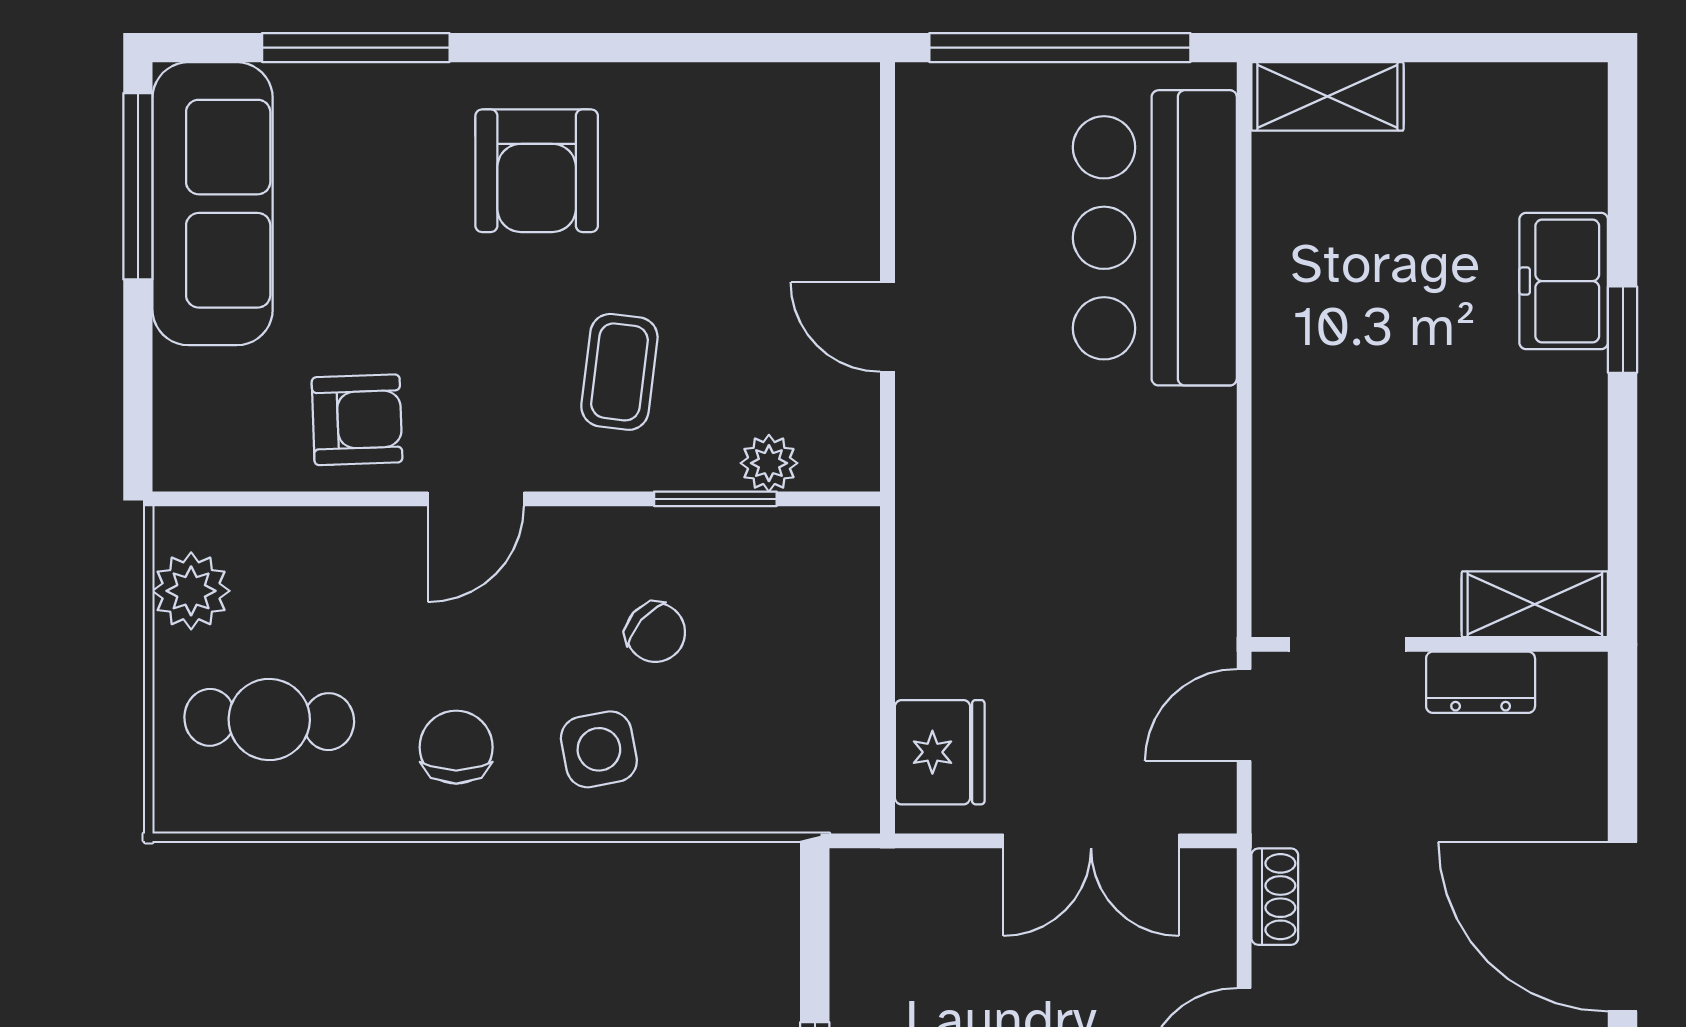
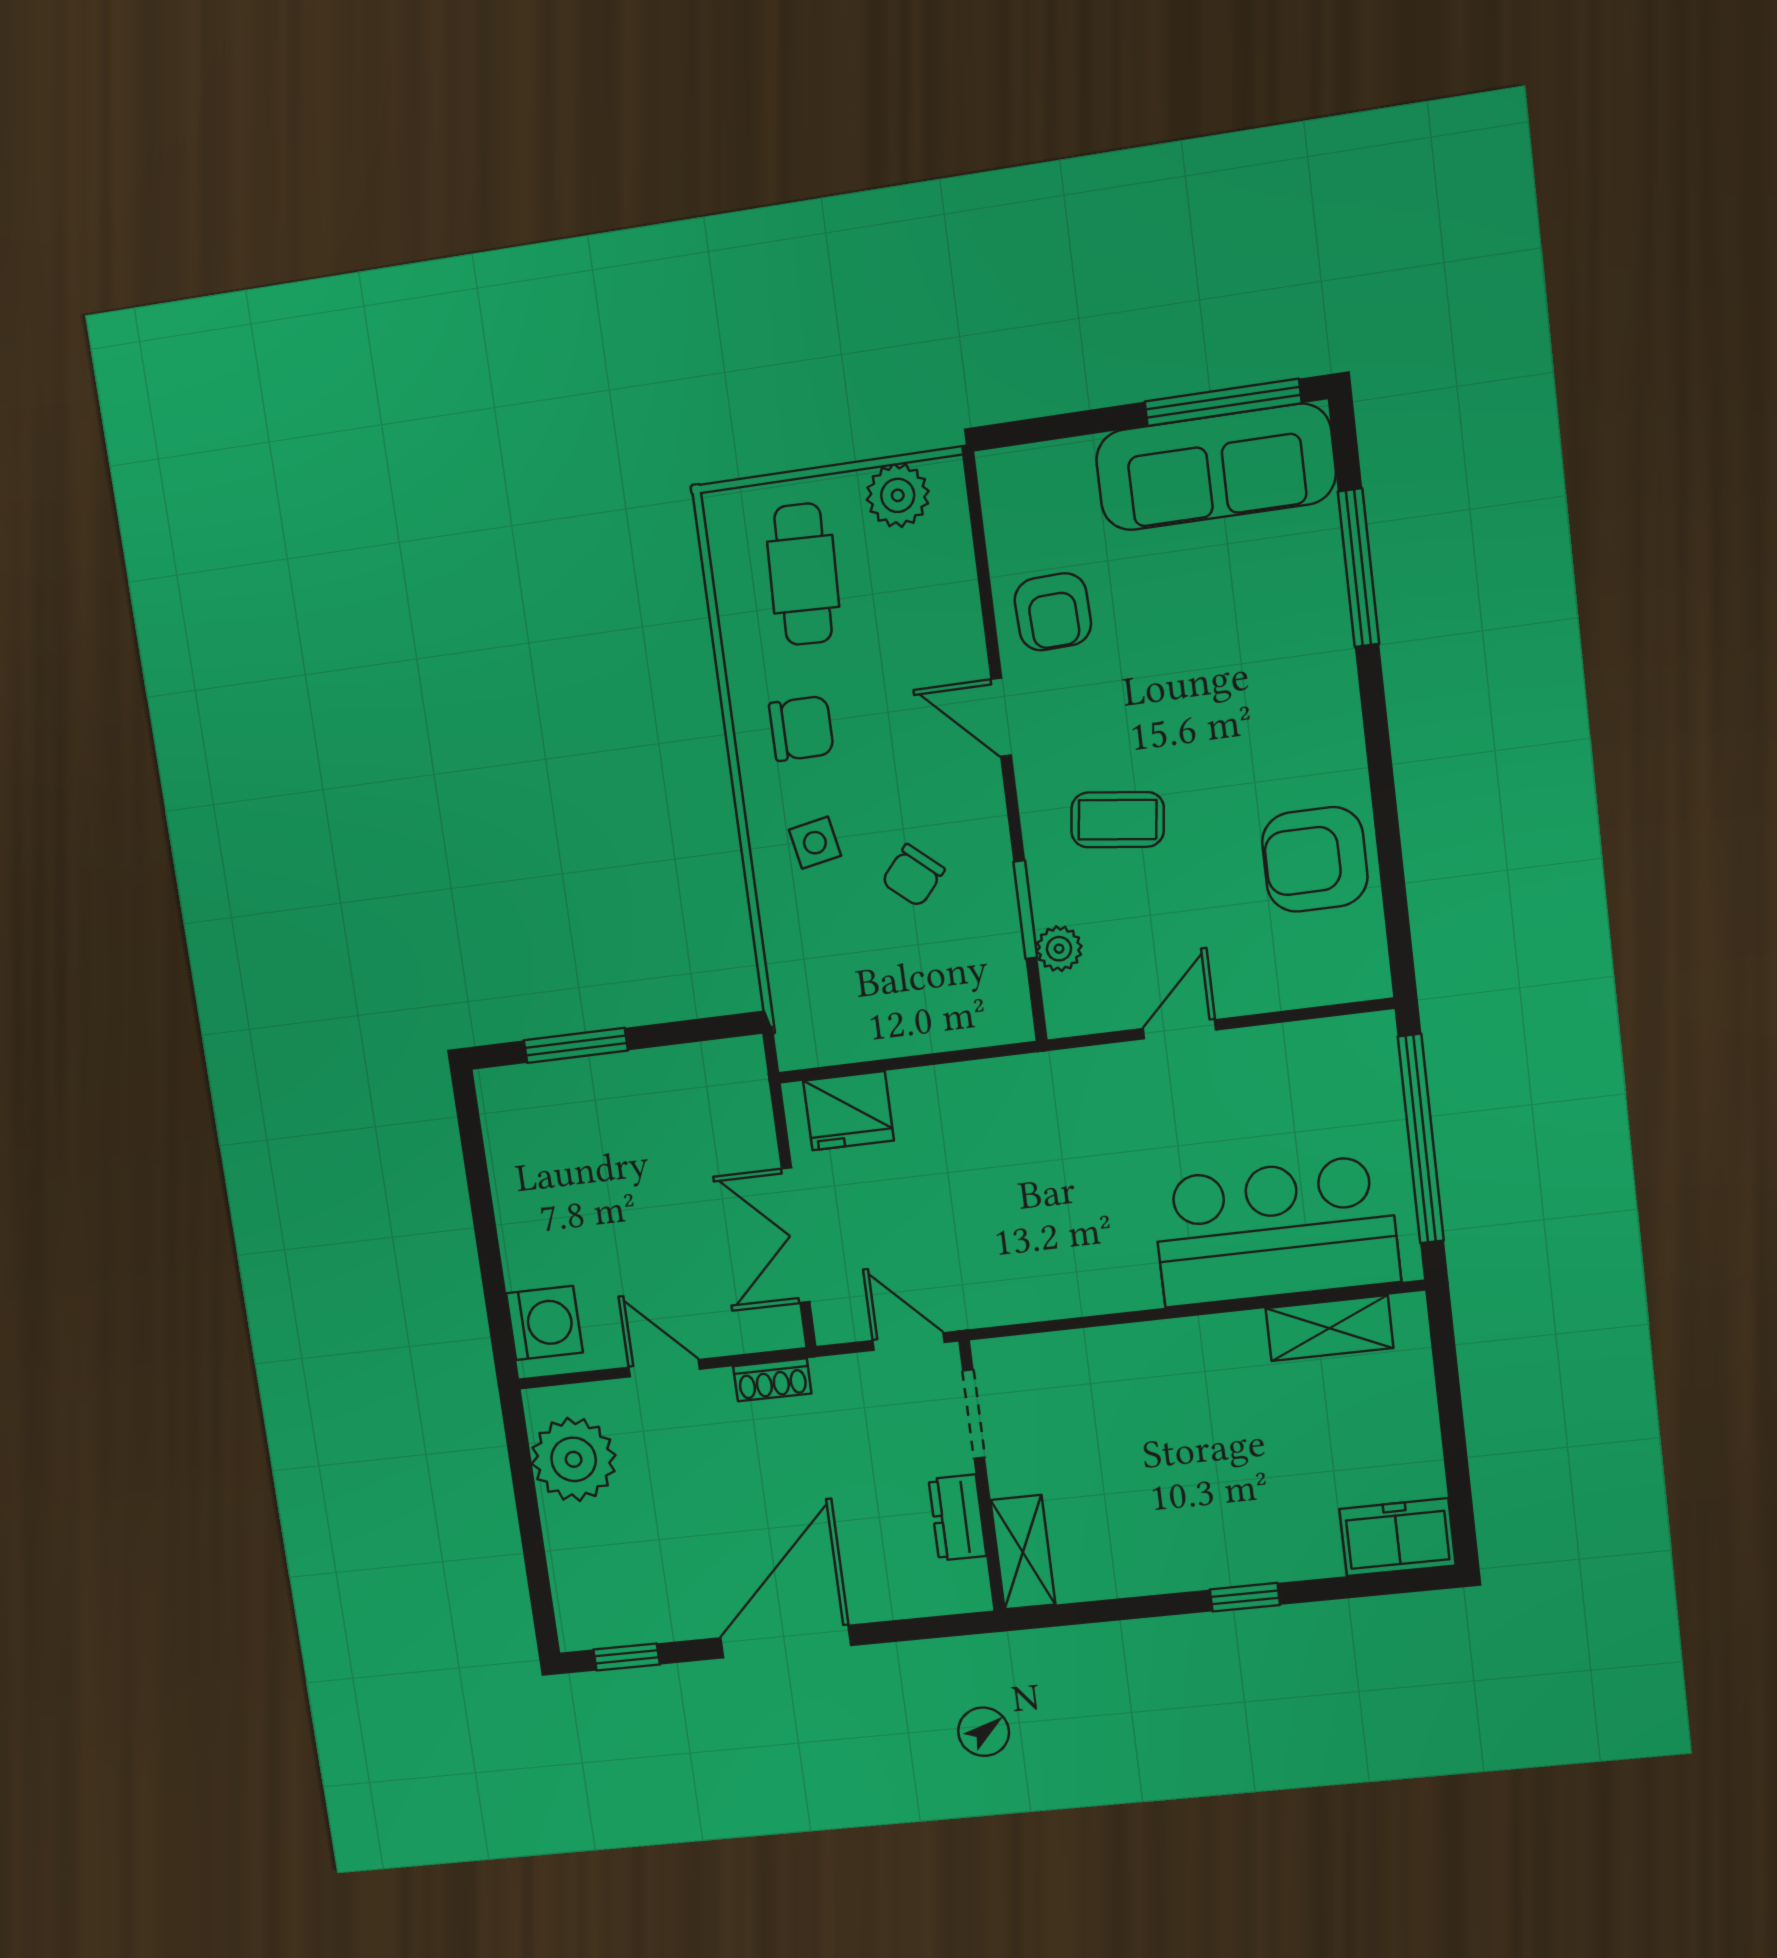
shelving: (1327, 96) -> (1329, 1328), moved, turned 90
armchair: (537, 171) -> (1315, 859), moved
freezer: (1564, 281) -> (1397, 1537), moved
side table: (599, 749) -> (815, 843), width x0.73, depth x0.73

